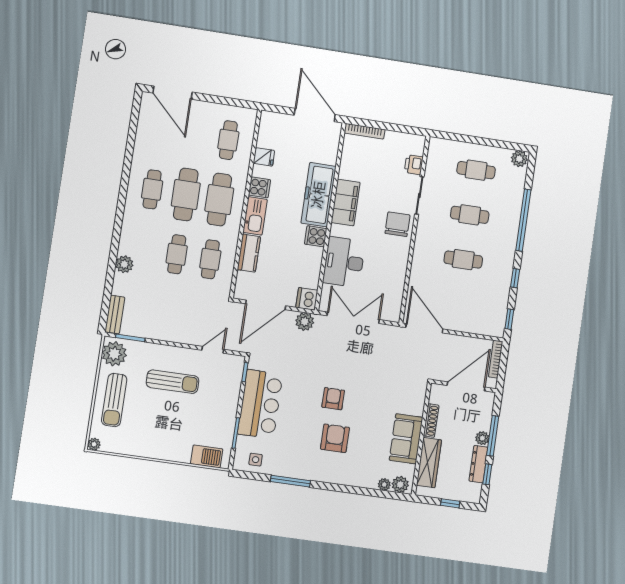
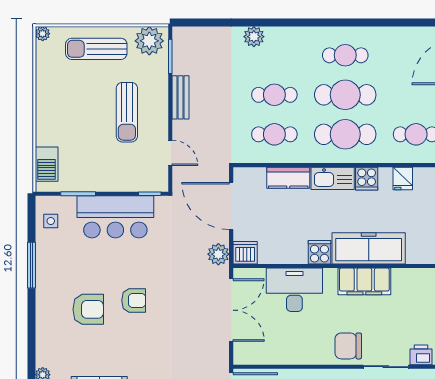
chair: (397, 224) -> (348, 346), turned 180
bench: (115, 315) -> (180, 97), moved, turned 90

